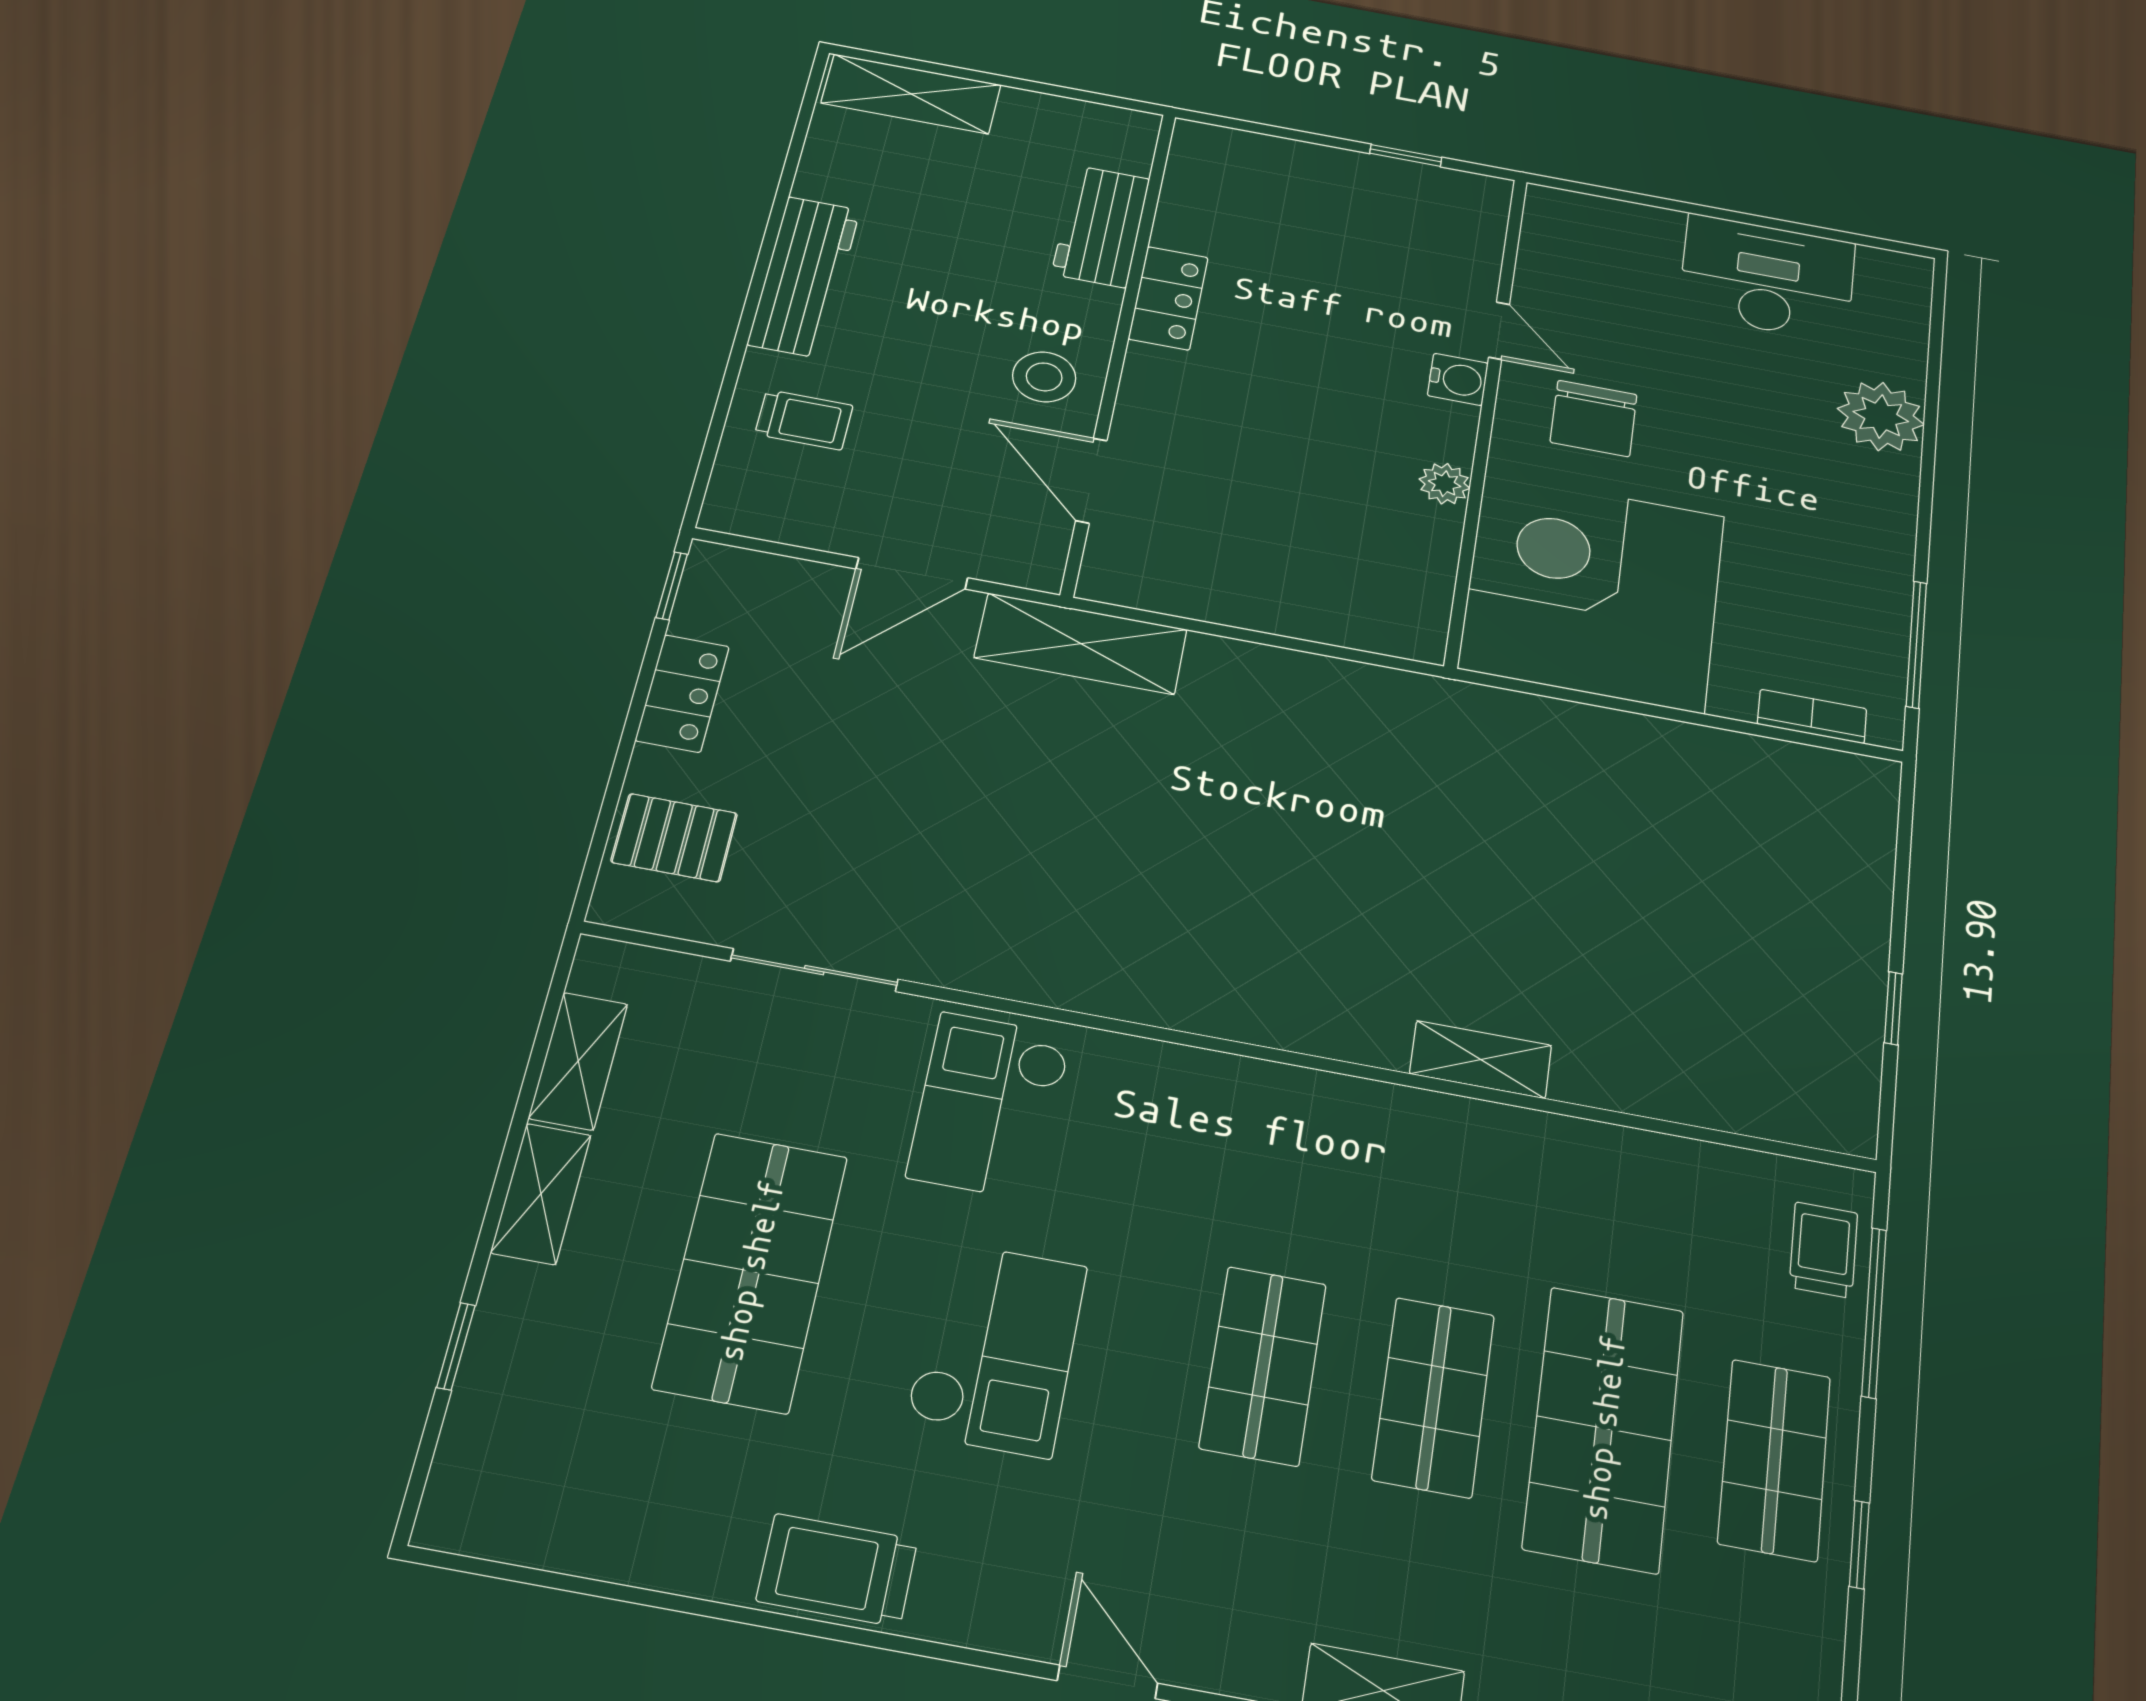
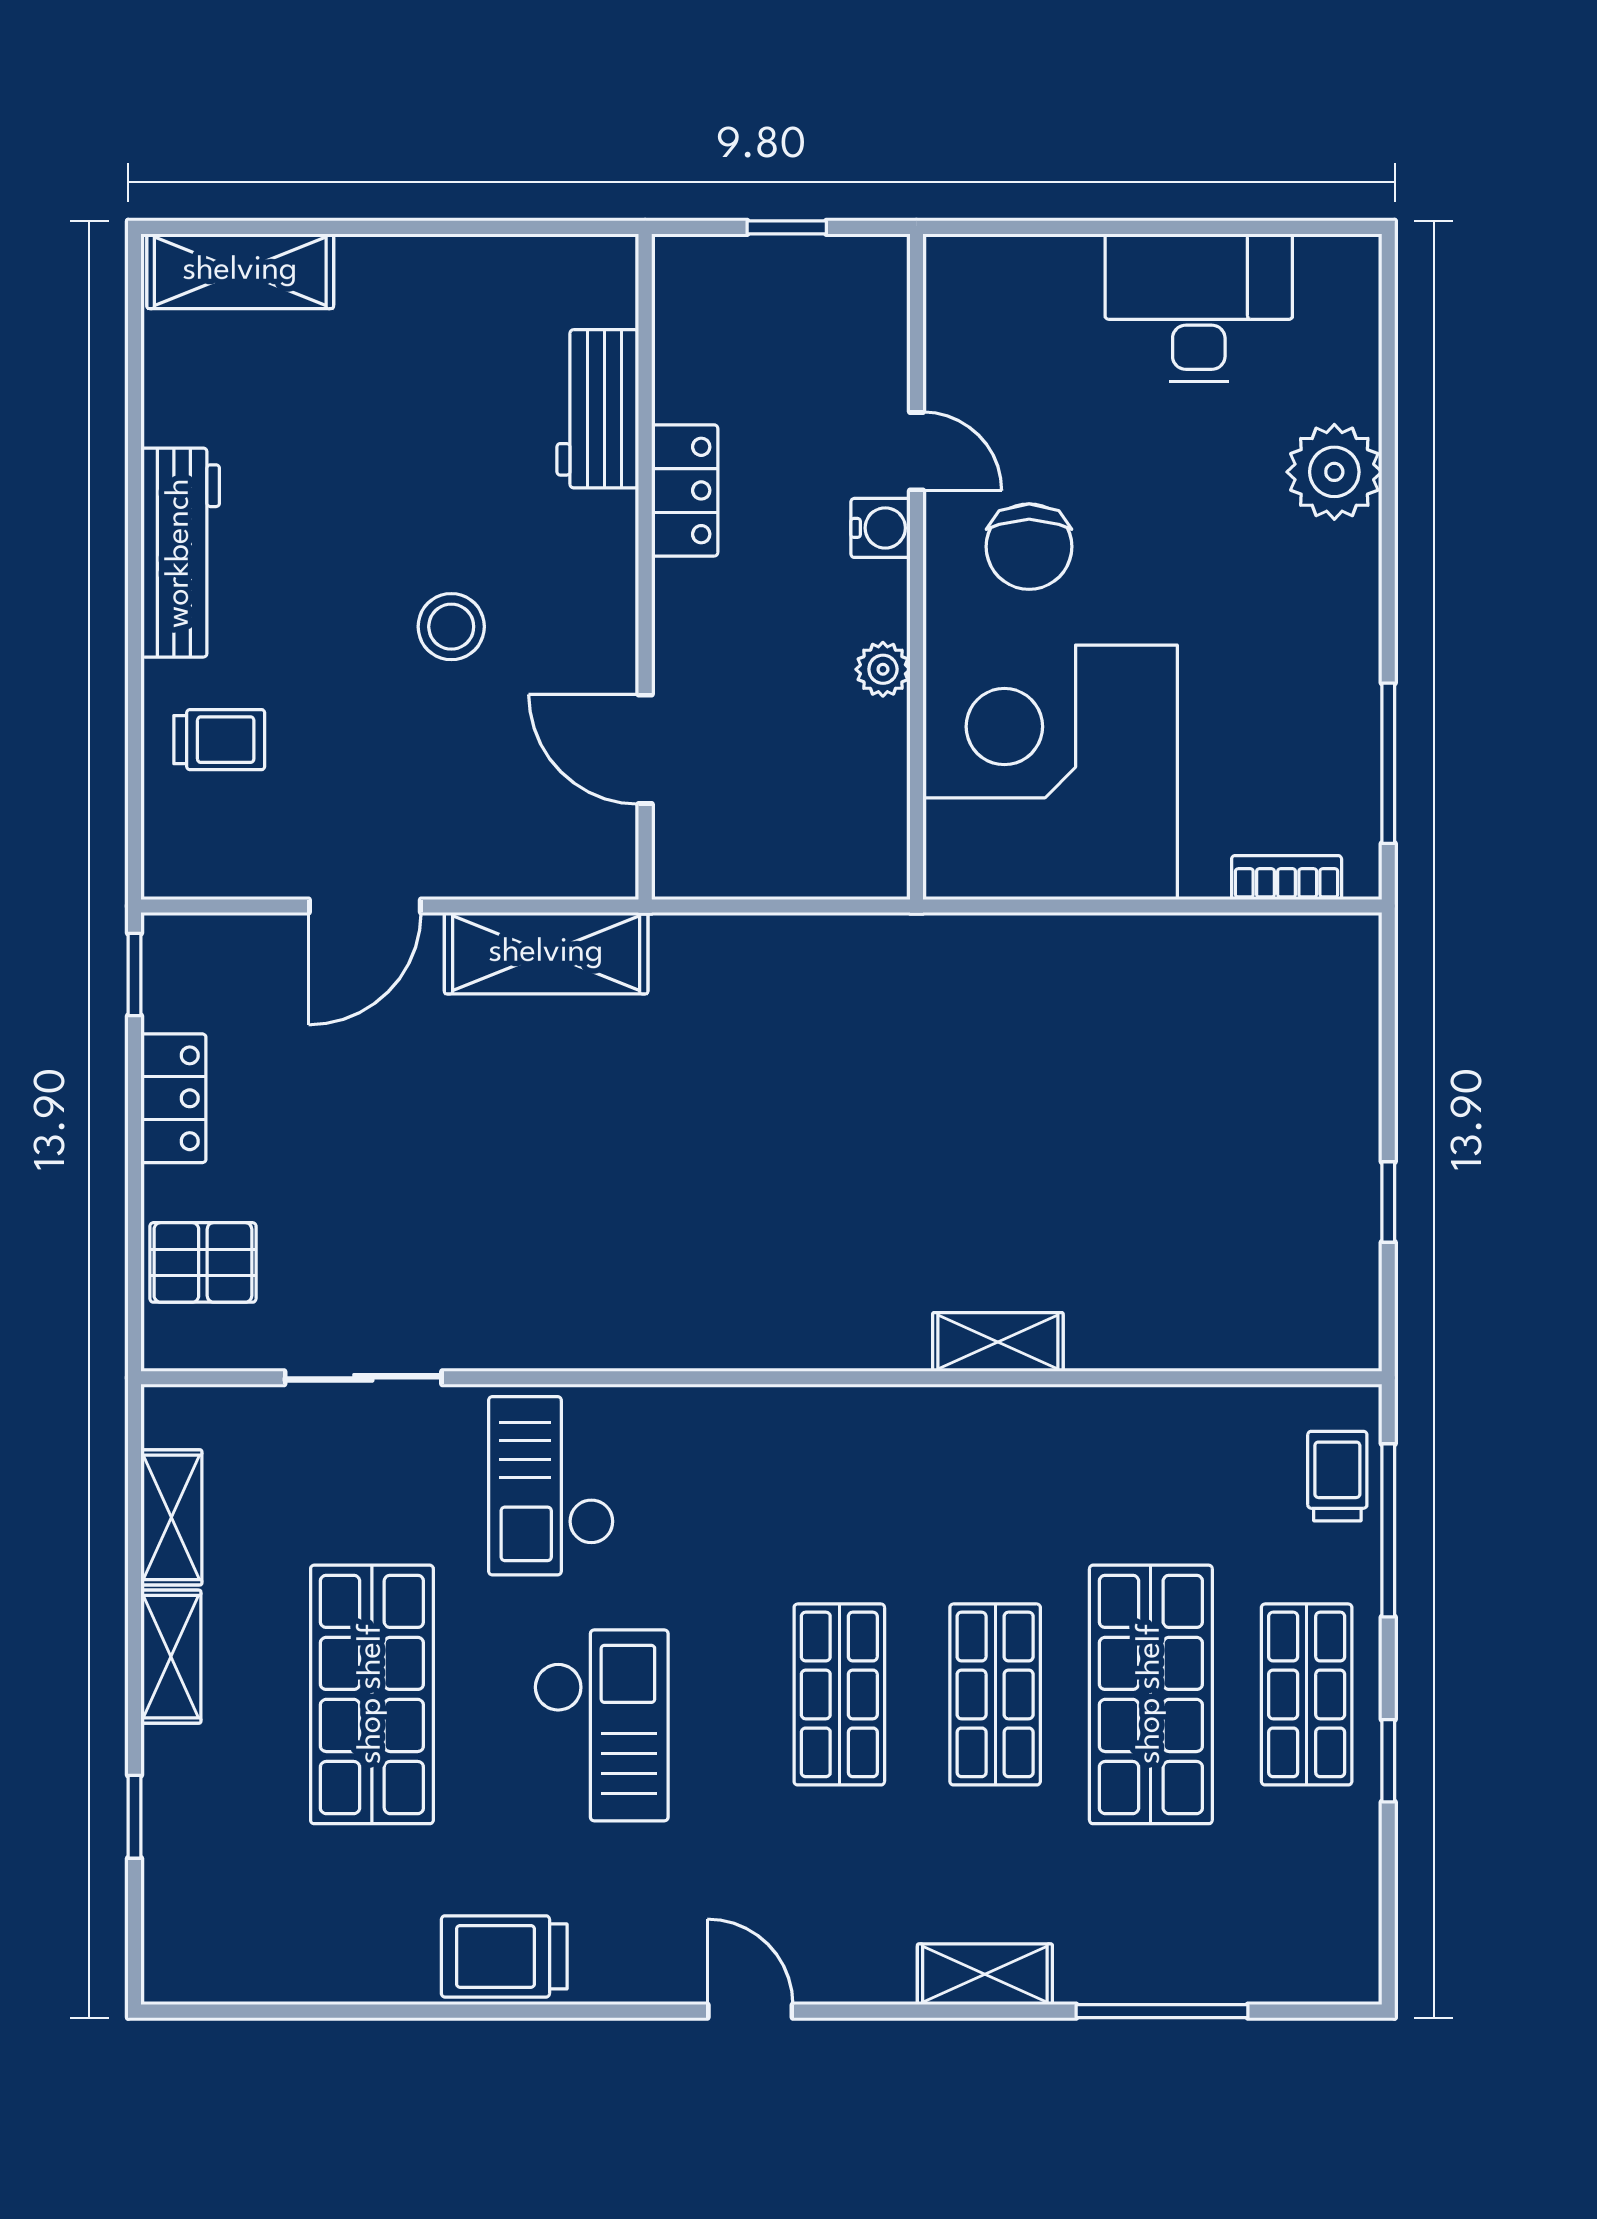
workbench: (1101, 226) -> (598, 409), moved
locker: (1168, 298) -> (685, 490), moved
wall: (1120, 346) -> (645, 567), moved
door: (1091, 480) -> (645, 749), moved

